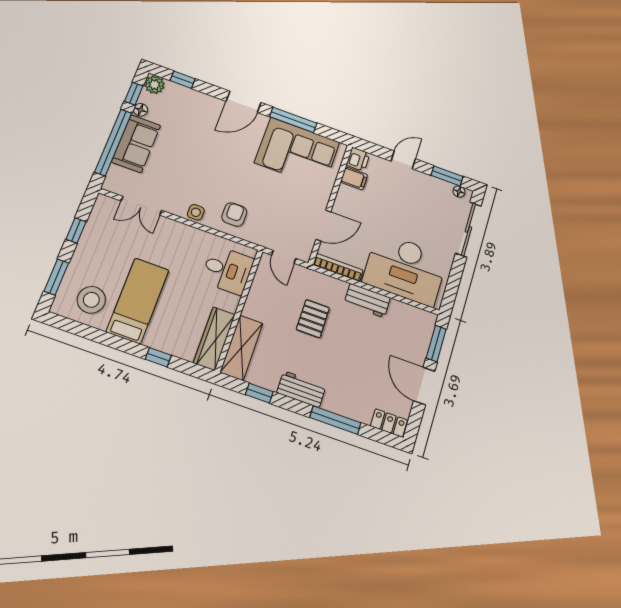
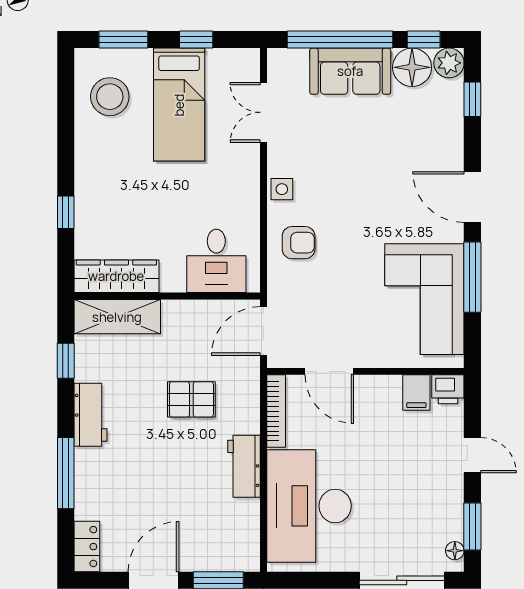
floor lamp: (141, 110) -> (412, 67), width x1.89, depth x1.89
door: (284, 257) -> (263, 331), width x1.38
bed: (138, 301) -> (179, 105), moved, turned 90

